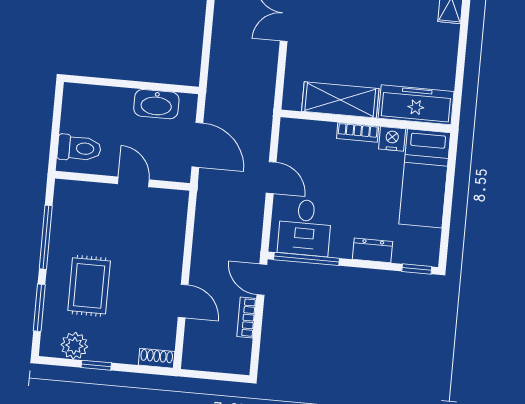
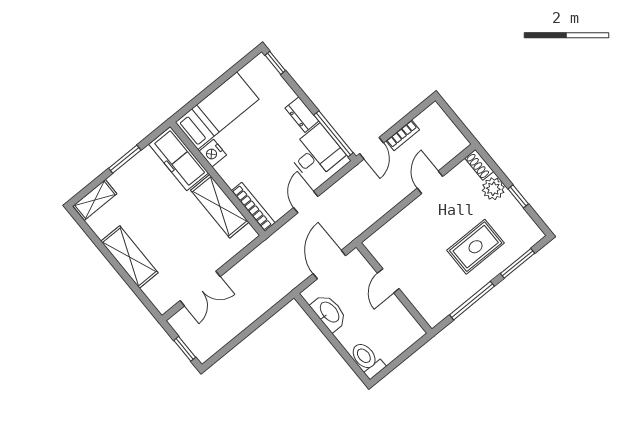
window: (461, 58) -> (125, 159), added
bookcase: (358, 132) -> (253, 207), moved, width x1.56
toilet: (79, 148) -> (367, 360), moved
dresser: (373, 250) -> (302, 115), moved
plant: (74, 346) -> (493, 189), moved

